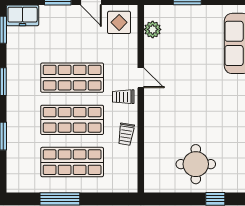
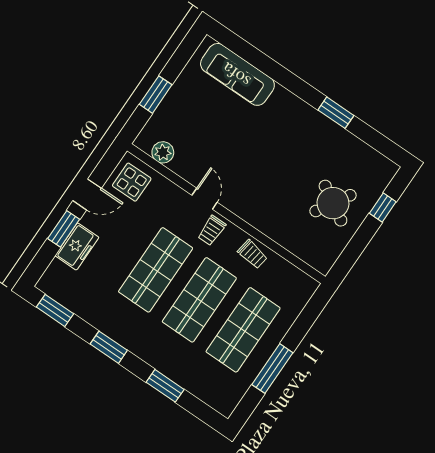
freezer: (23, 15) -> (77, 247), moved
door: (141, 78) -> (205, 199), hinge flipped
round table: (196, 164) -> (333, 203), turned 31

